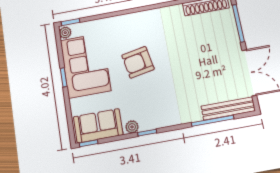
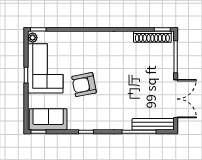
armchair: (138, 62) -> (84, 85), moved
plant: (132, 127) -> (75, 125), removed

